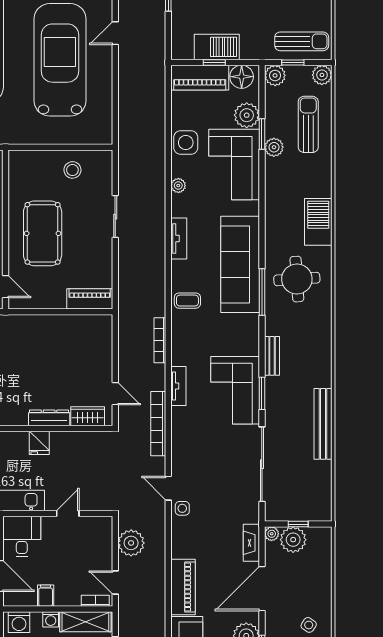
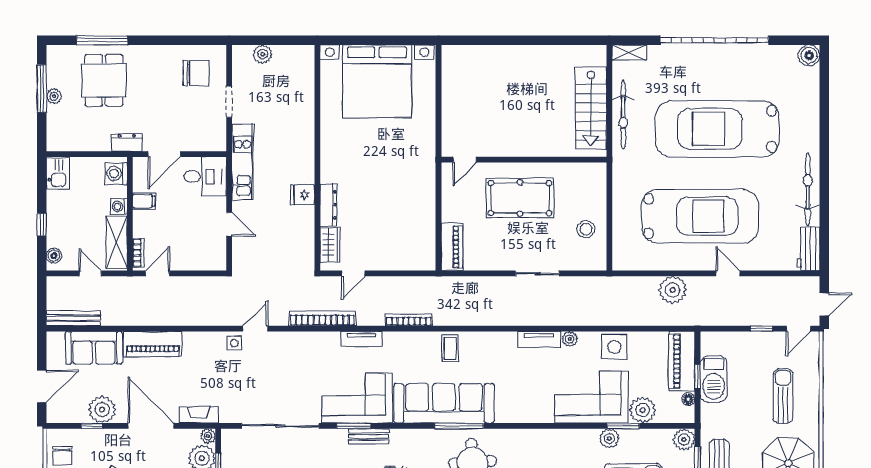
floor lamp: (242, 77) -> (688, 399), width x0.53, depth x0.53
tv unit: (179, 239) -> (539, 340), moved
sofa: (240, 264) -> (444, 403), moved
bench: (272, 356) -> (369, 436), moved
plant: (131, 543) -> (673, 290), moved

